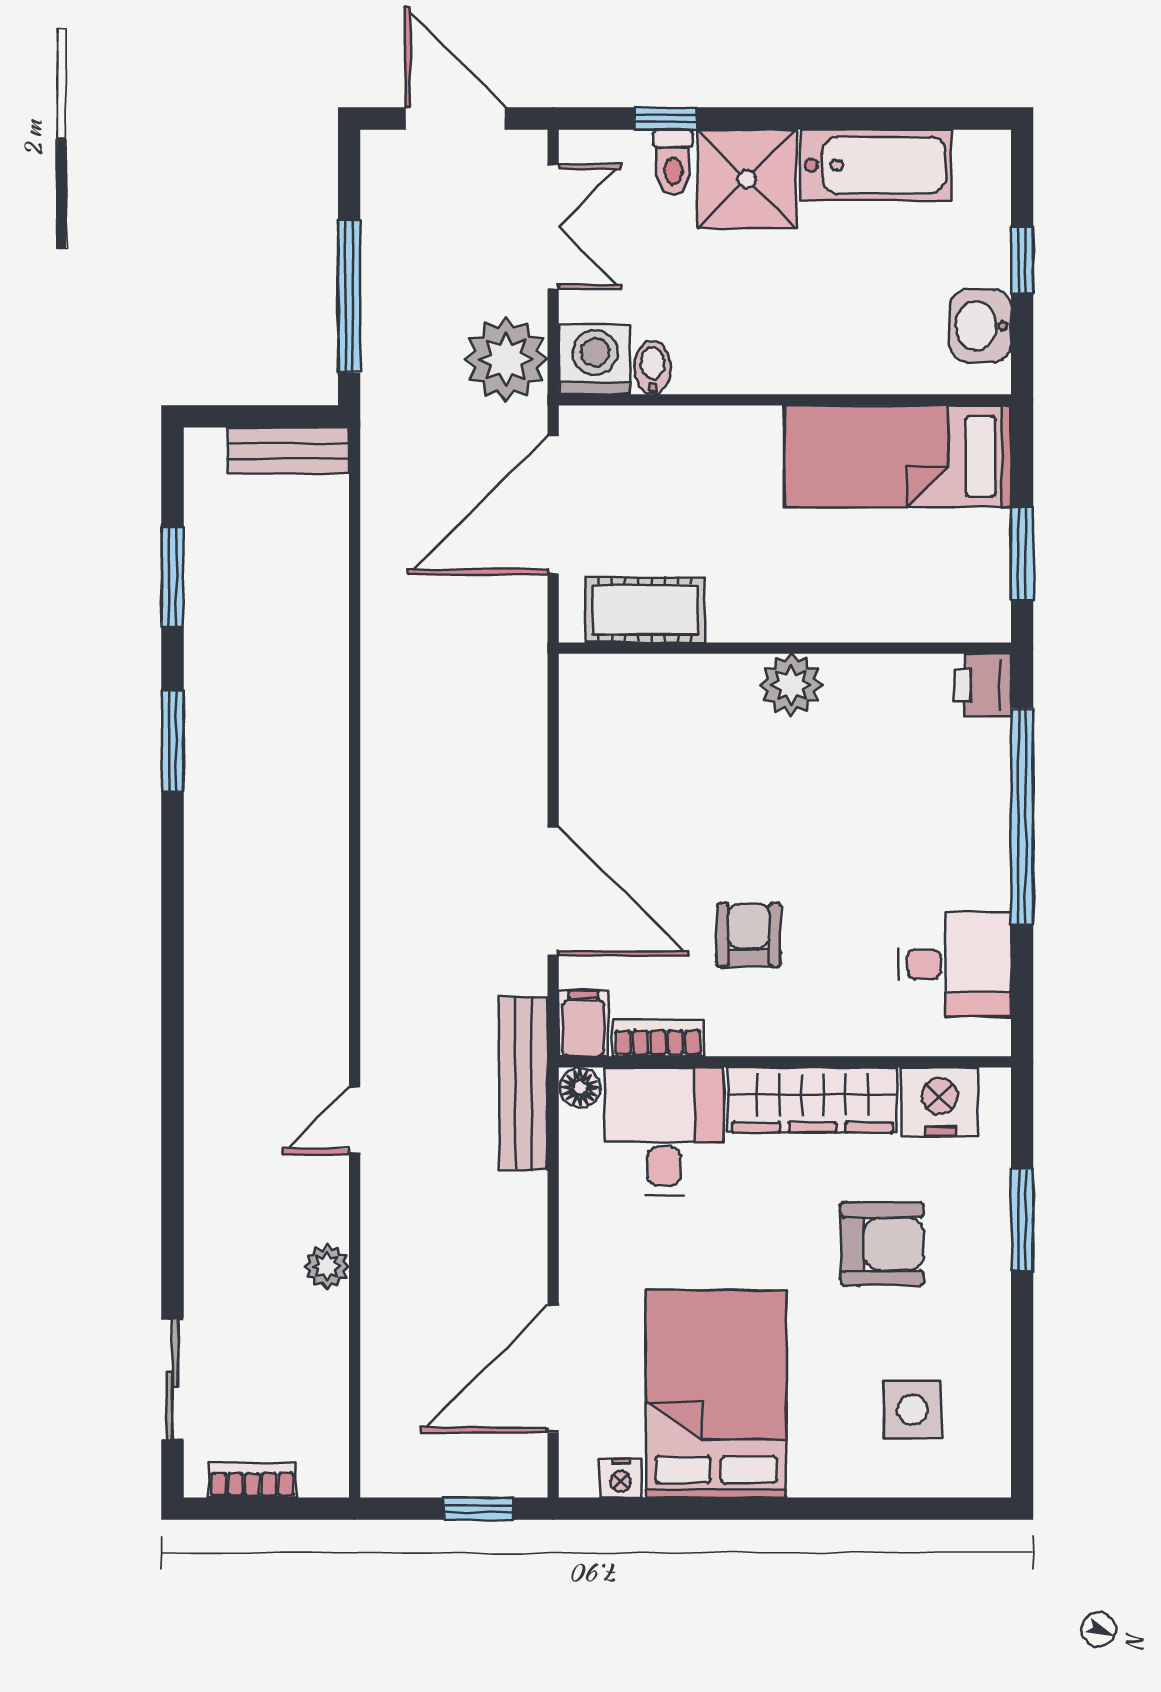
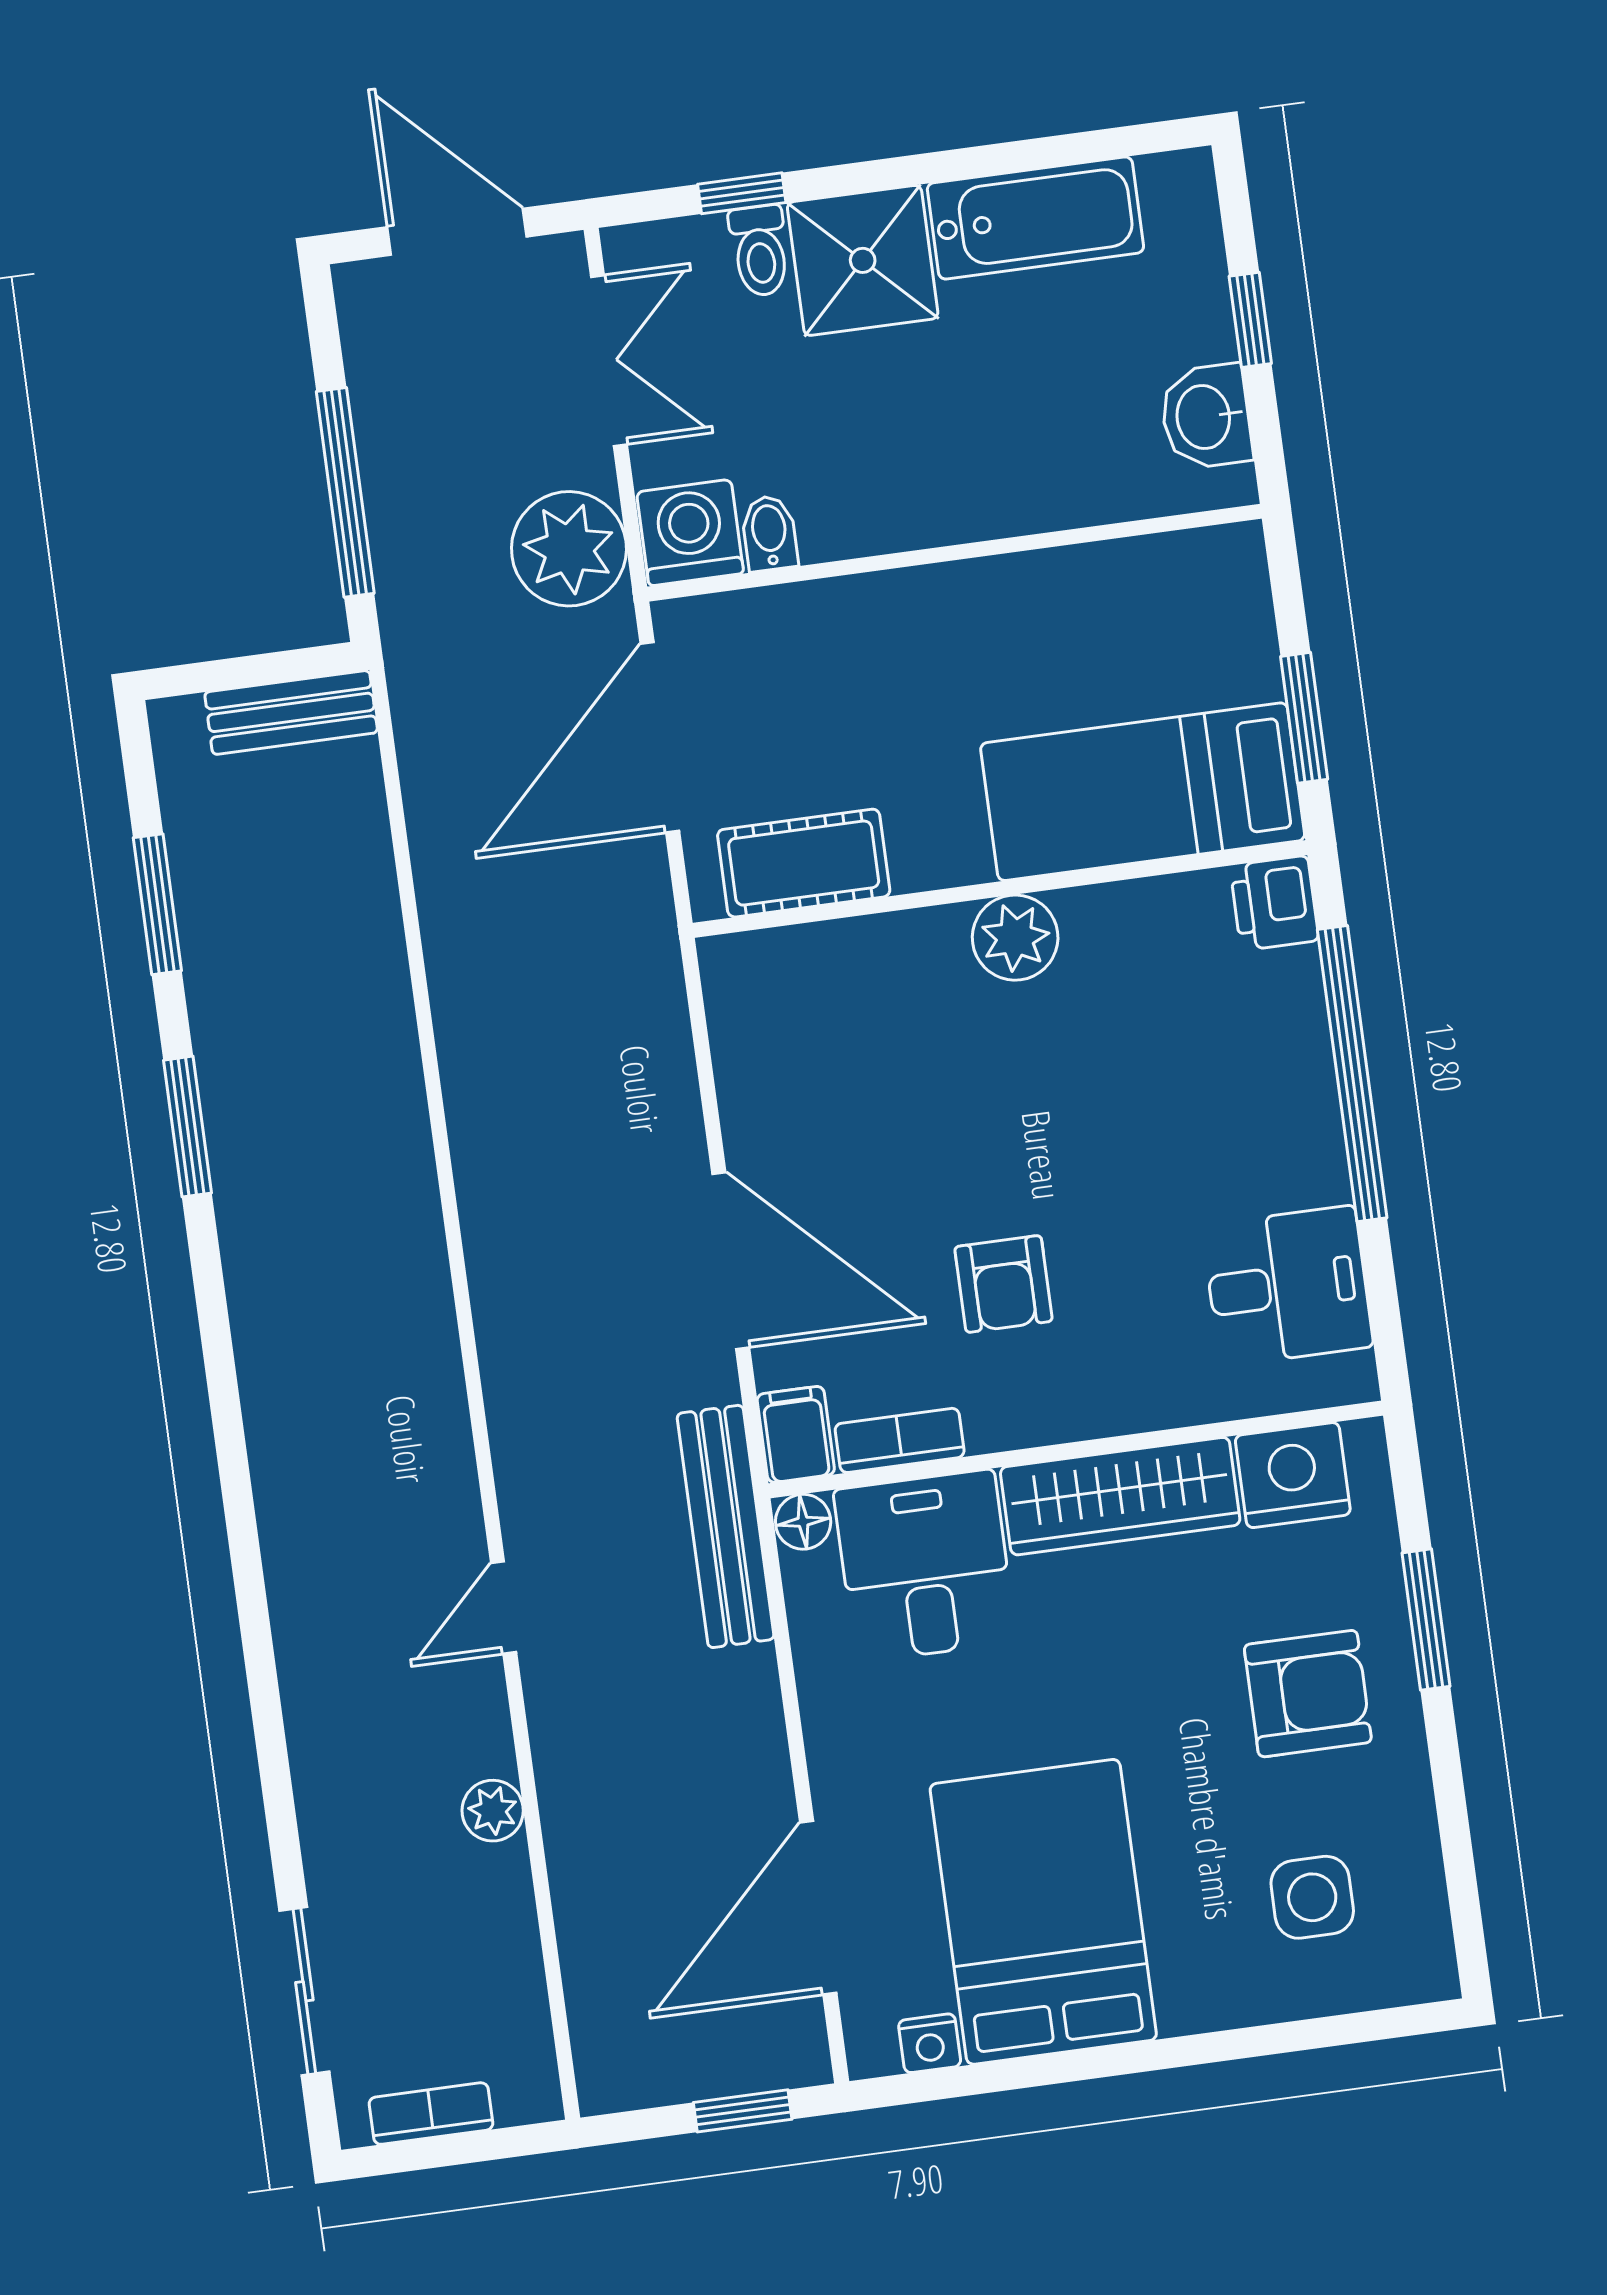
bed: (898, 456) -> (1143, 792), moved
armchair: (749, 935) -> (1004, 1284), turned 180
armchair: (882, 1244) -> (1308, 1694), moved

